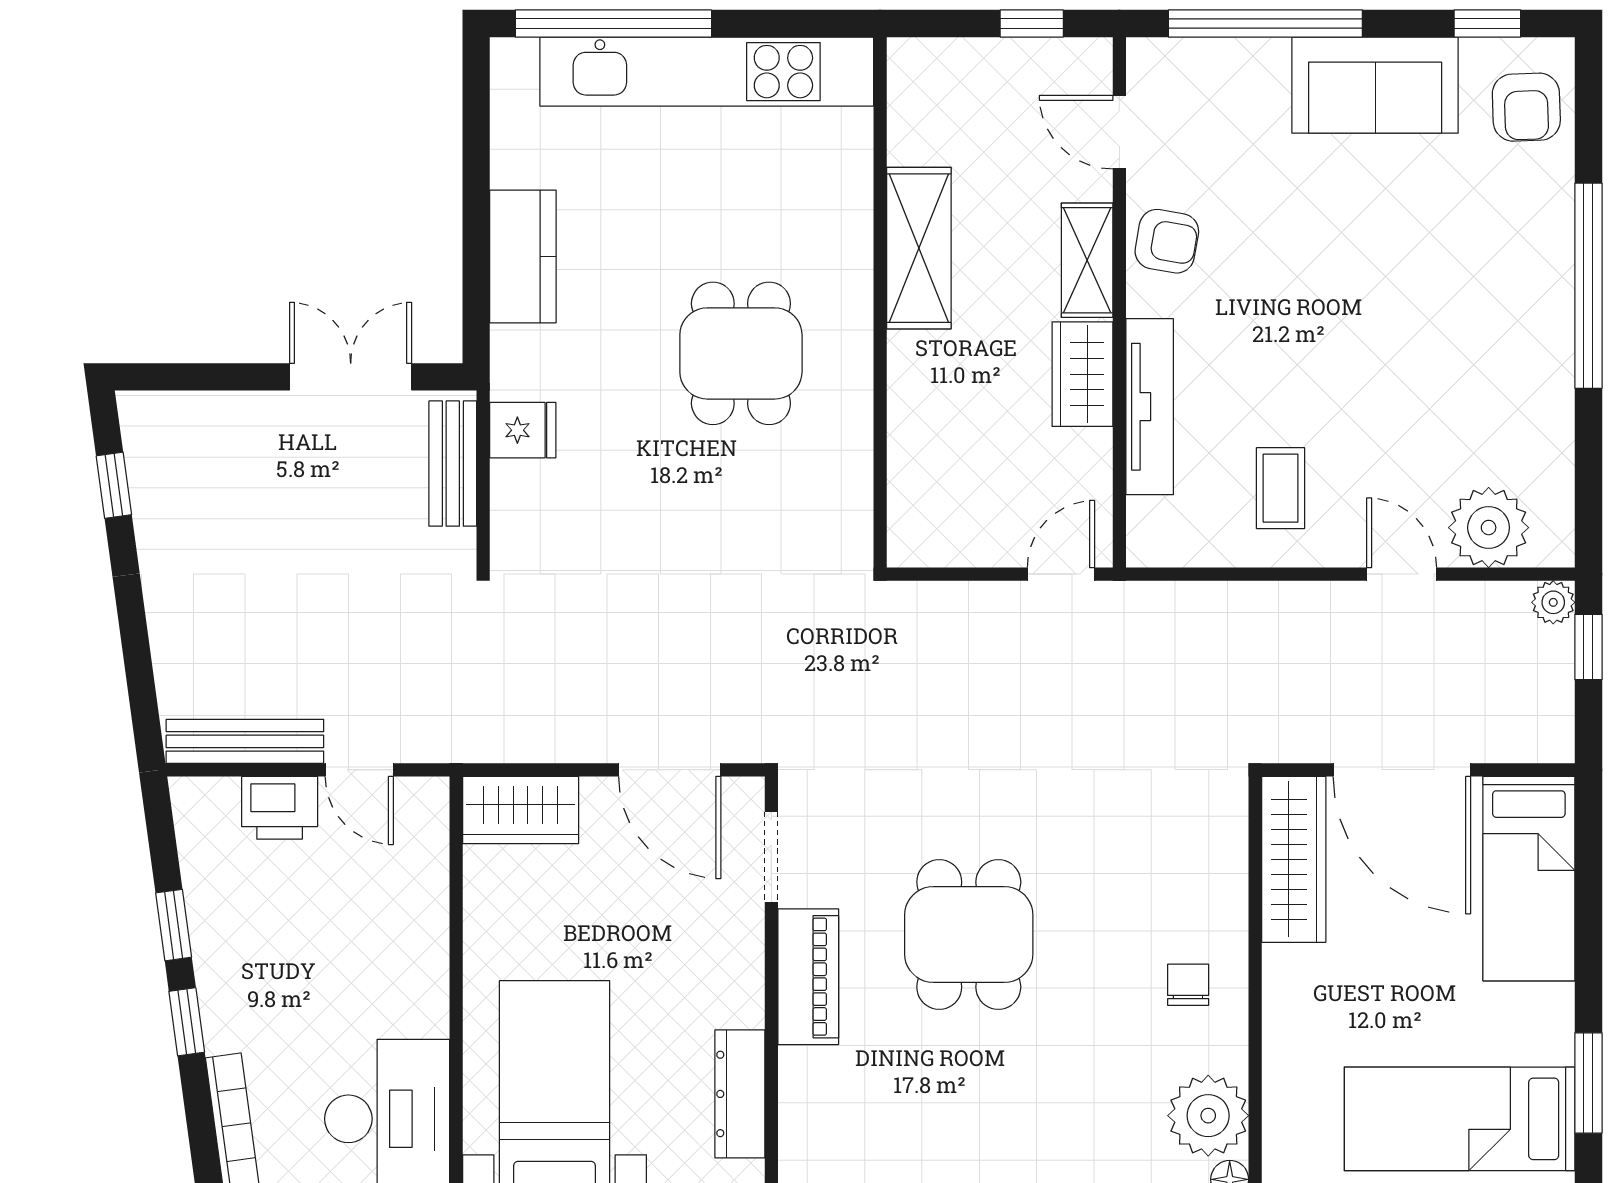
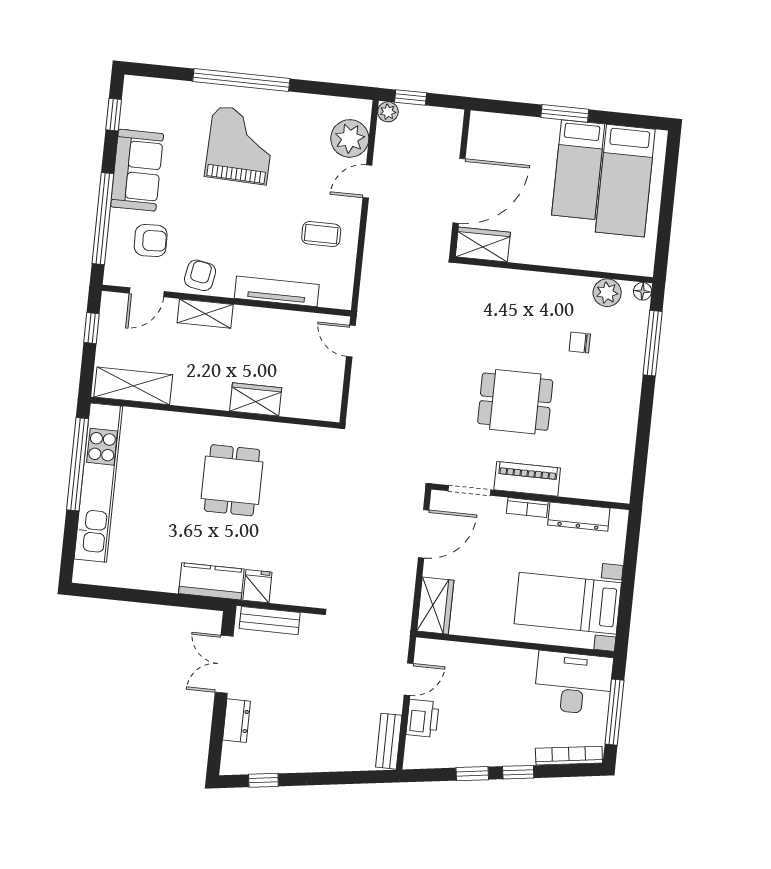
window: (613, 24) -> (78, 464), moved
armchair: (1526, 107) -> (151, 241), moved
shelving: (919, 248) -> (133, 386), moved
kitchen counter: (523, 256) -> (211, 581), moved
grand piano: (1450, 297) -> (240, 145), added
dining table: (741, 353) -> (232, 480), turned 90
wardrobe: (1082, 374) -> (256, 399), moved, turned 180
dresser: (234, 415) -> (237, 721), added
bench: (245, 741) -> (389, 741), width x0.73
wardrobe: (1294, 859) -> (483, 244), width x0.67
bed: (1529, 879) -> (578, 170), moved, turned 90
bookcase: (748, 983) -> (527, 508), added
chair: (1188, 985) -> (580, 342), moved
window: (1588, 1083) -> (565, 113), moved
plant: (1208, 1116) -> (607, 293), width x0.73, depth x0.73

